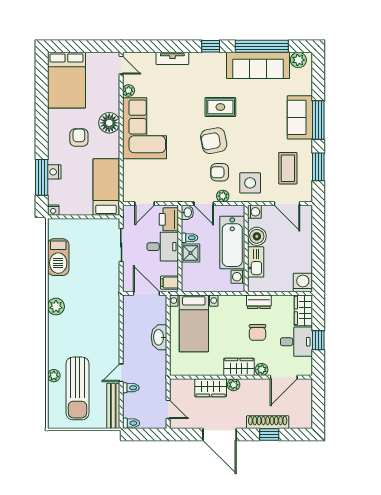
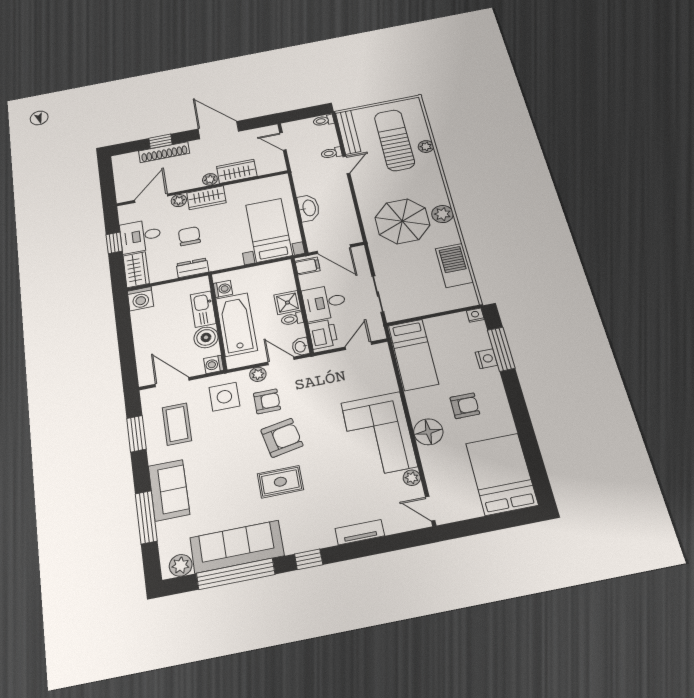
window: (318, 120) -> (146, 517), moved
armchair: (79, 138) -> (465, 406), turned -90
parasol: (88, 307) -> (402, 221), added

